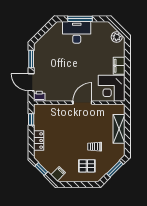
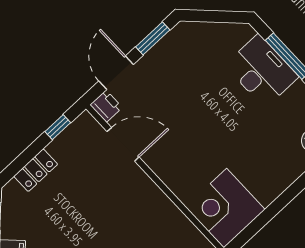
filing cabinet: (119, 66) -> (272, 187), removed
door: (82, 103) -> (123, 144), moved

